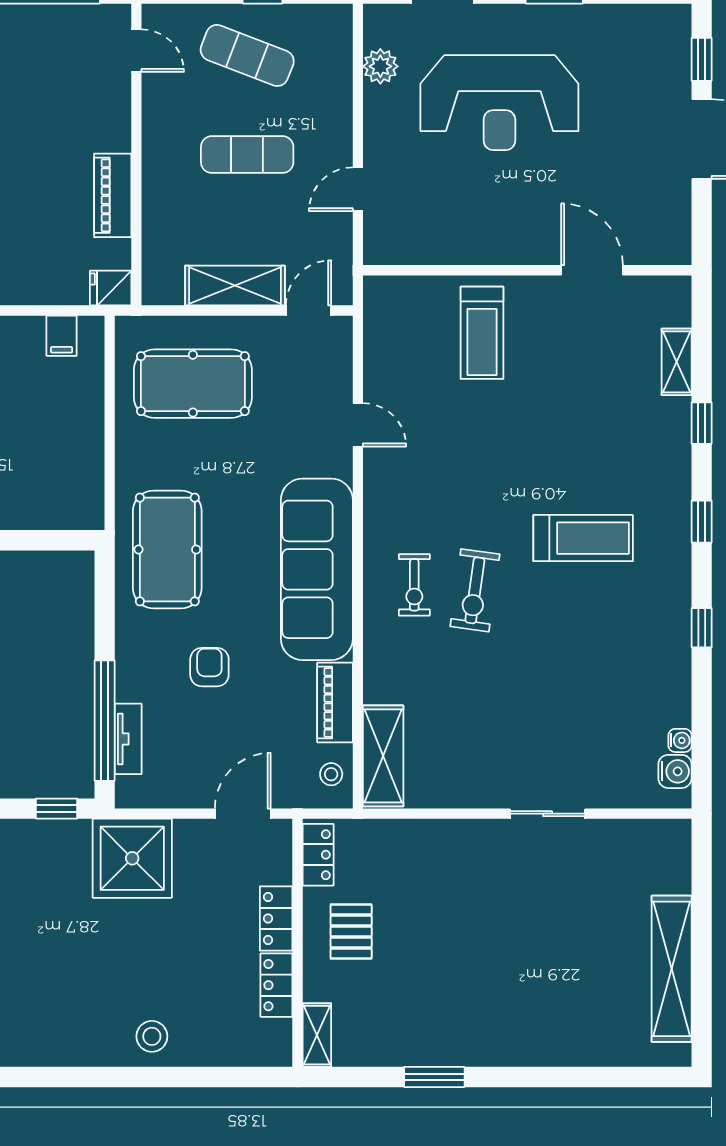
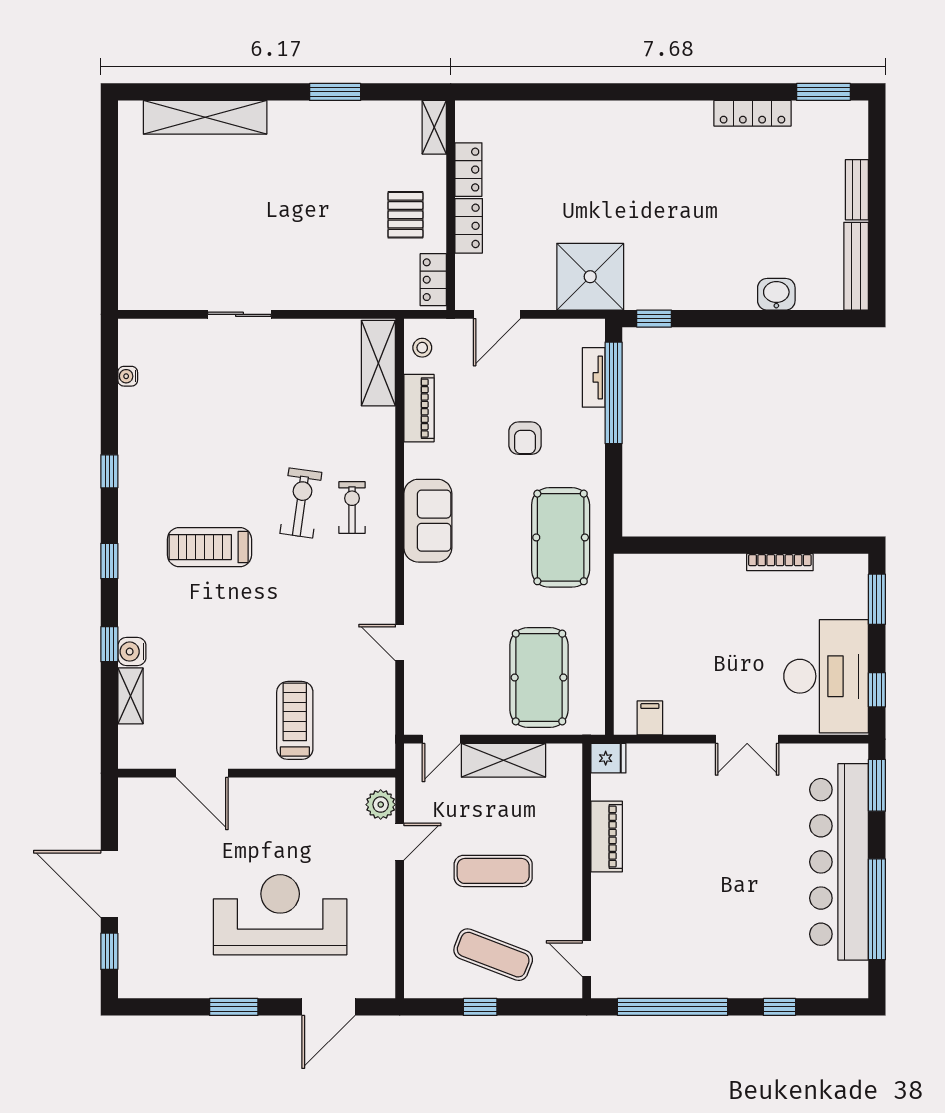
plant: (380, 66) -> (381, 805), moved
pool table: (193, 384) -> (539, 677), turned 90
sofa: (317, 569) -> (428, 521), width x0.54, depth x0.79
water cooler: (675, 771) -> (132, 652), moved
shelving: (672, 969) -> (205, 117), moved, turned 90
stool: (152, 1036) -> (574, 126), removed

